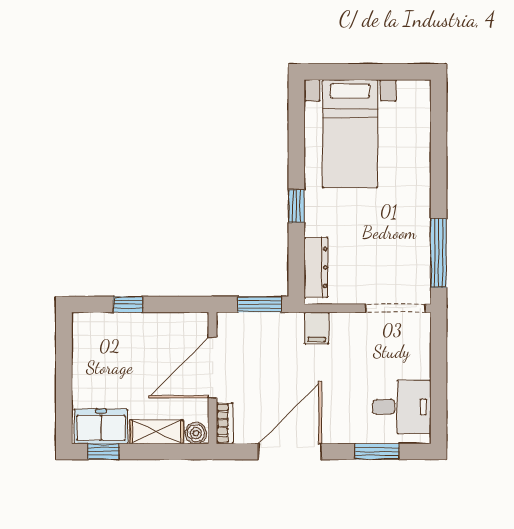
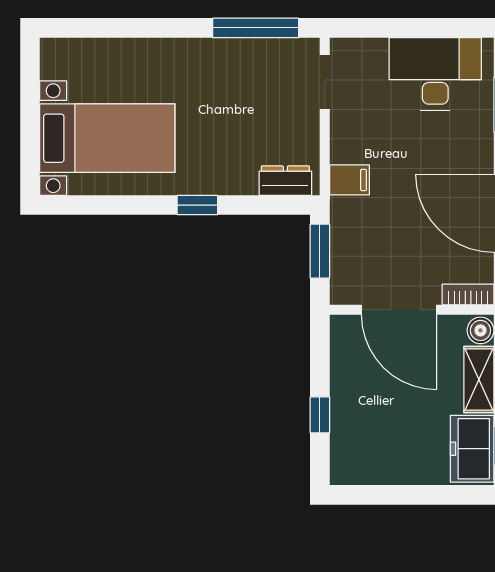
dresser: (316, 267) -> (285, 181), width x0.70
doorway: (395, 308) -> (325, 82), width x0.73
desk: (402, 407) -> (435, 74), width x1.37

